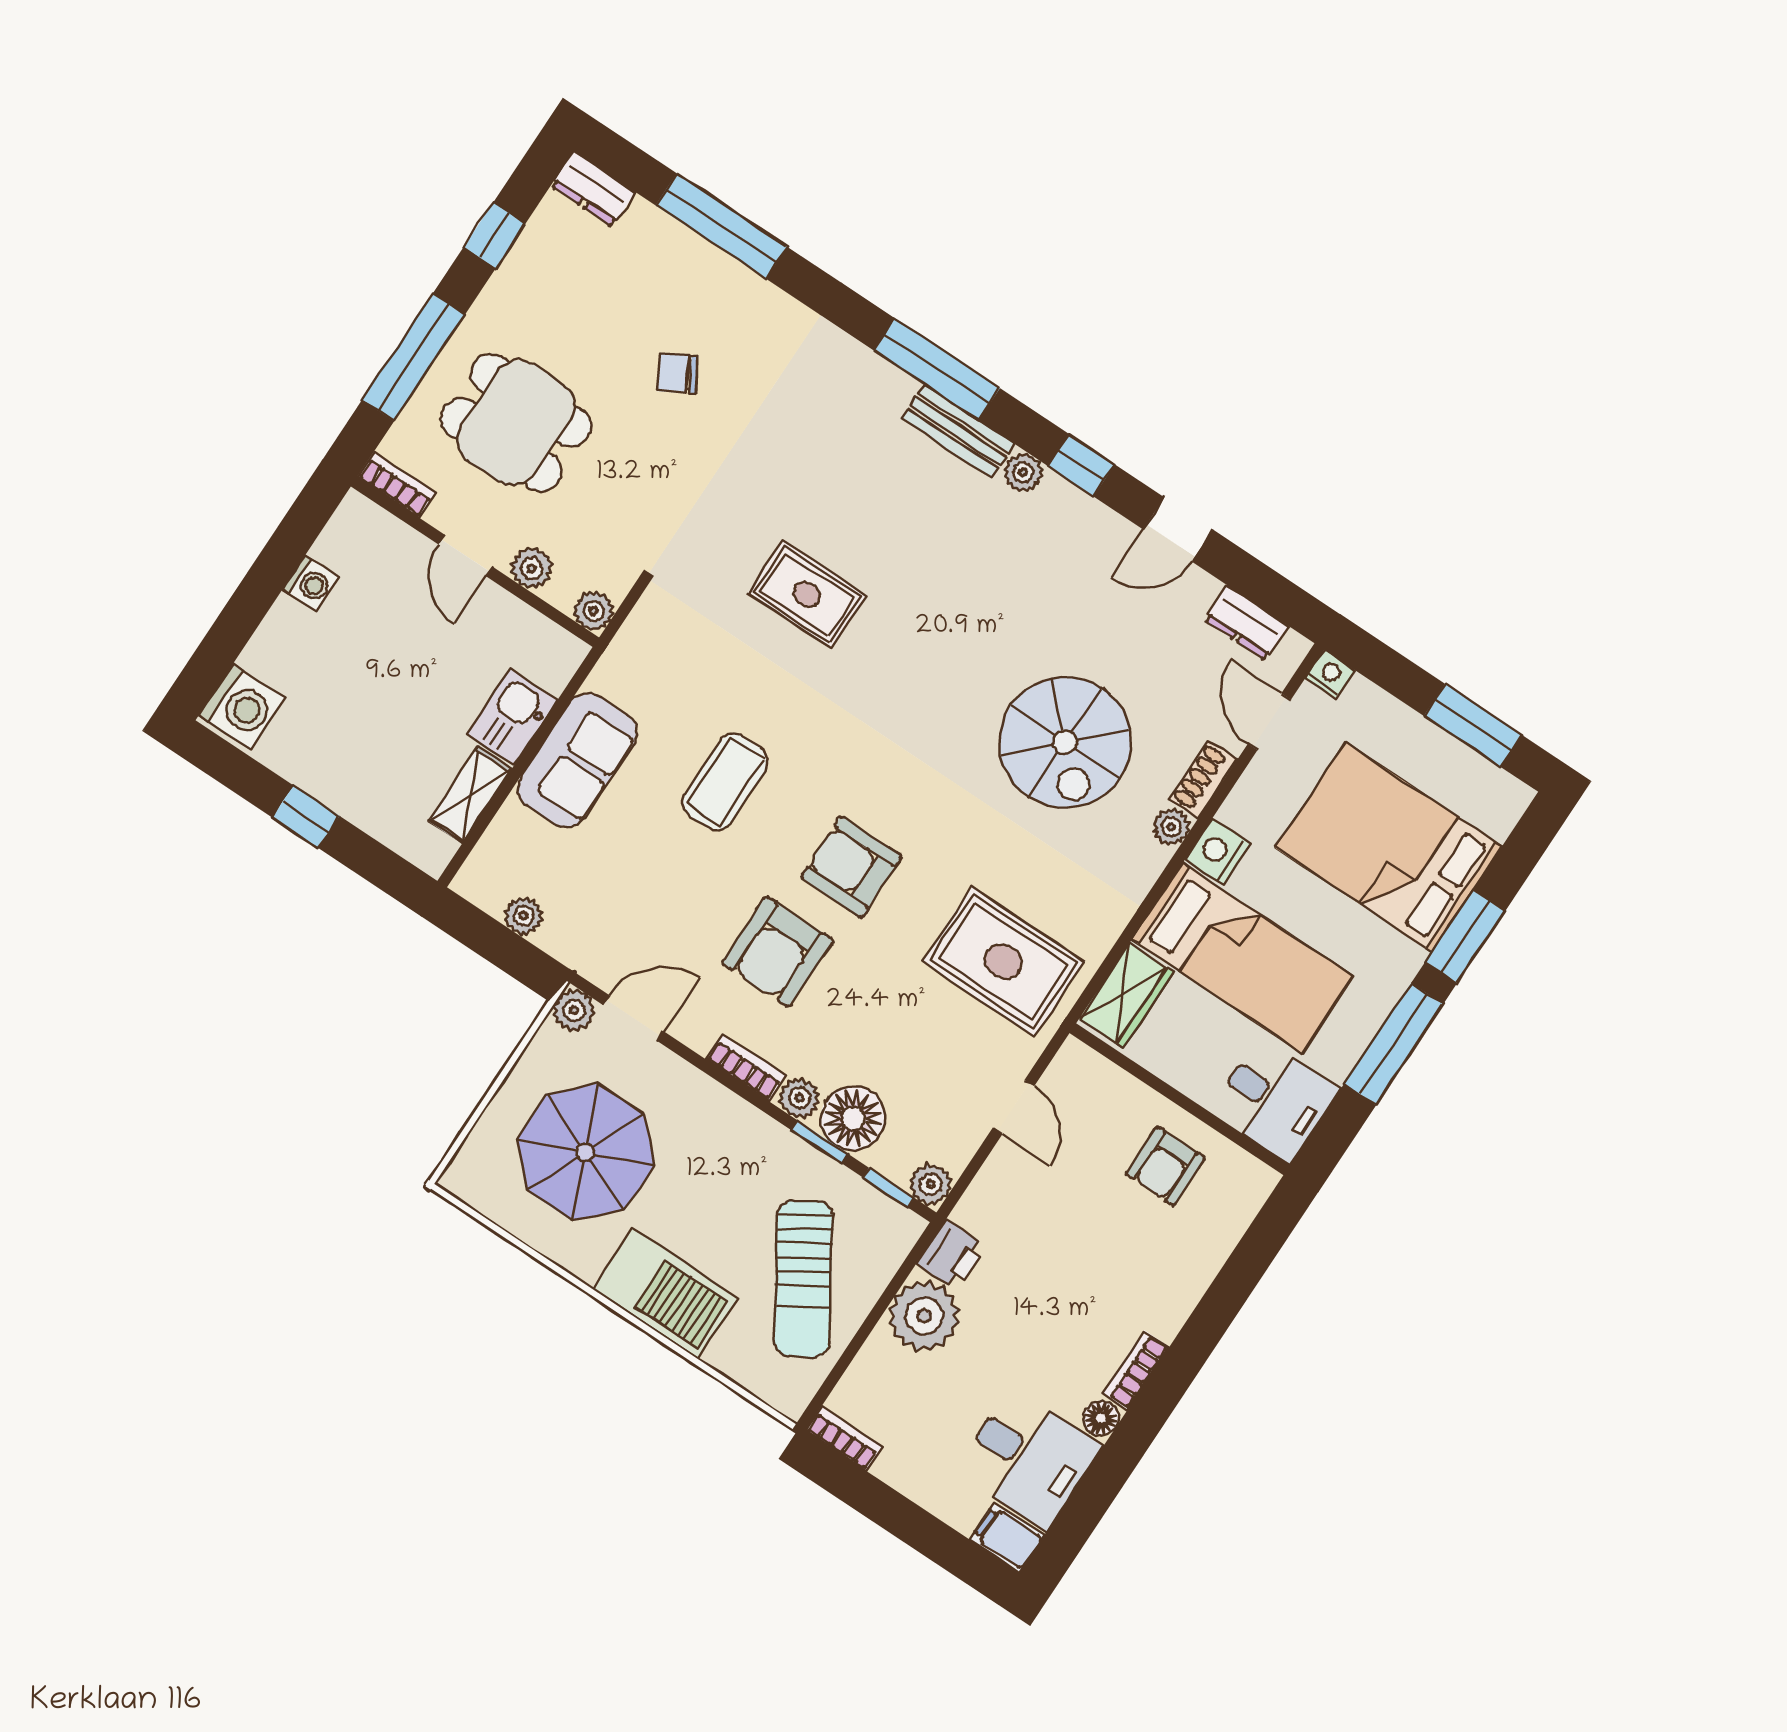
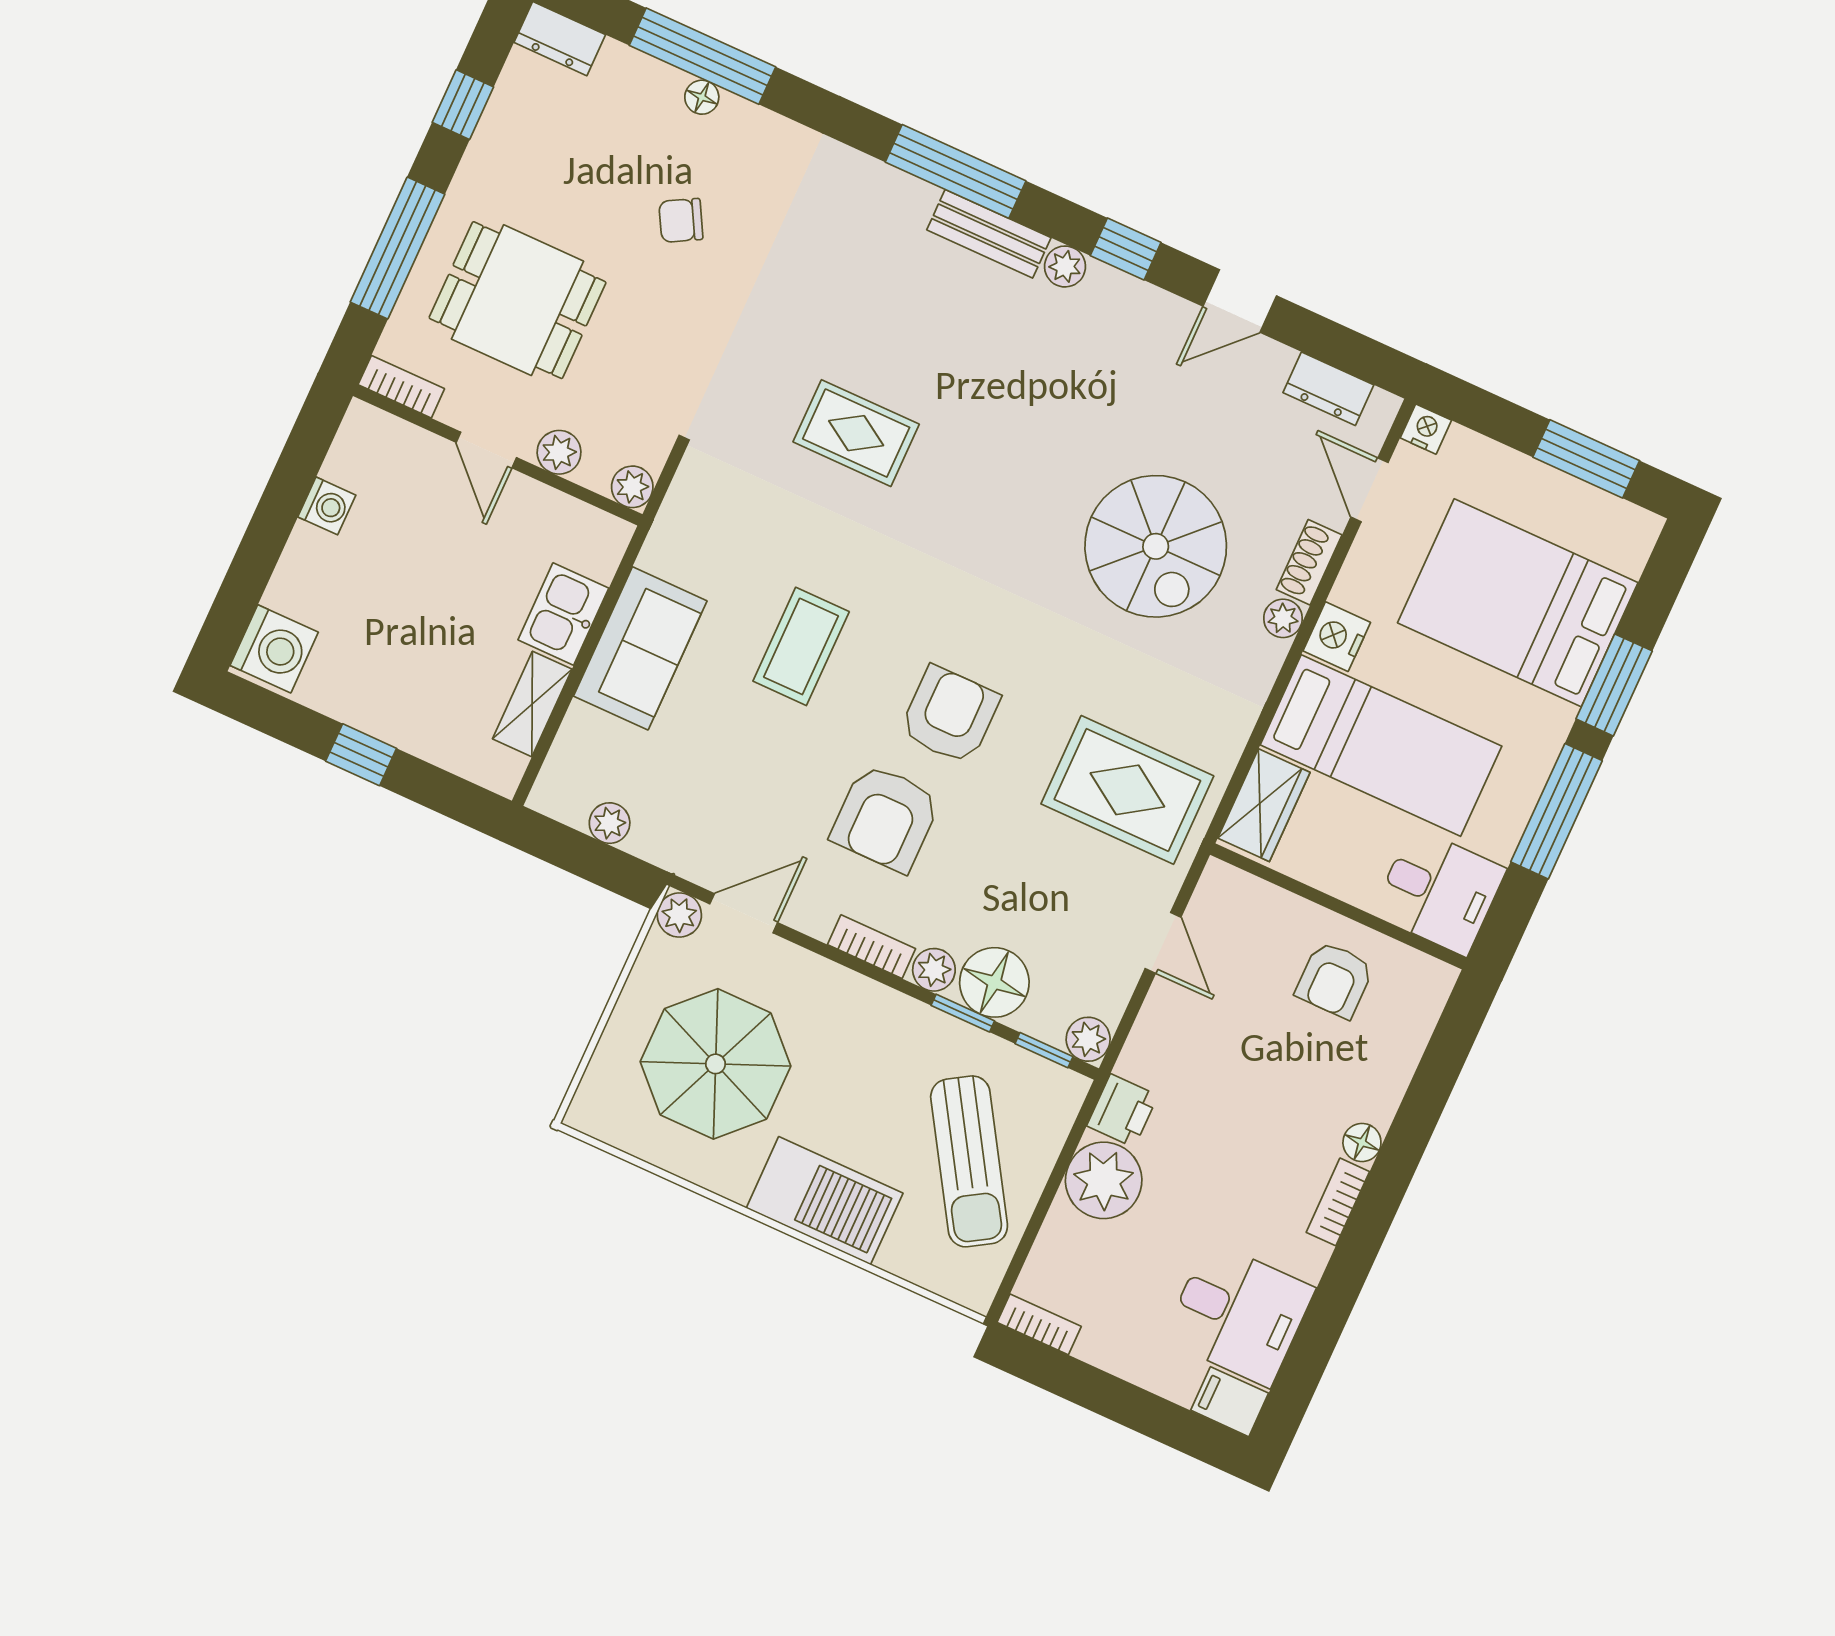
floor lamp: (715, 264) -> (702, 97), added
armchair: (851, 867) -> (950, 715), turned 90
floor lamp: (1101, 1418) -> (1362, 1143), moved

